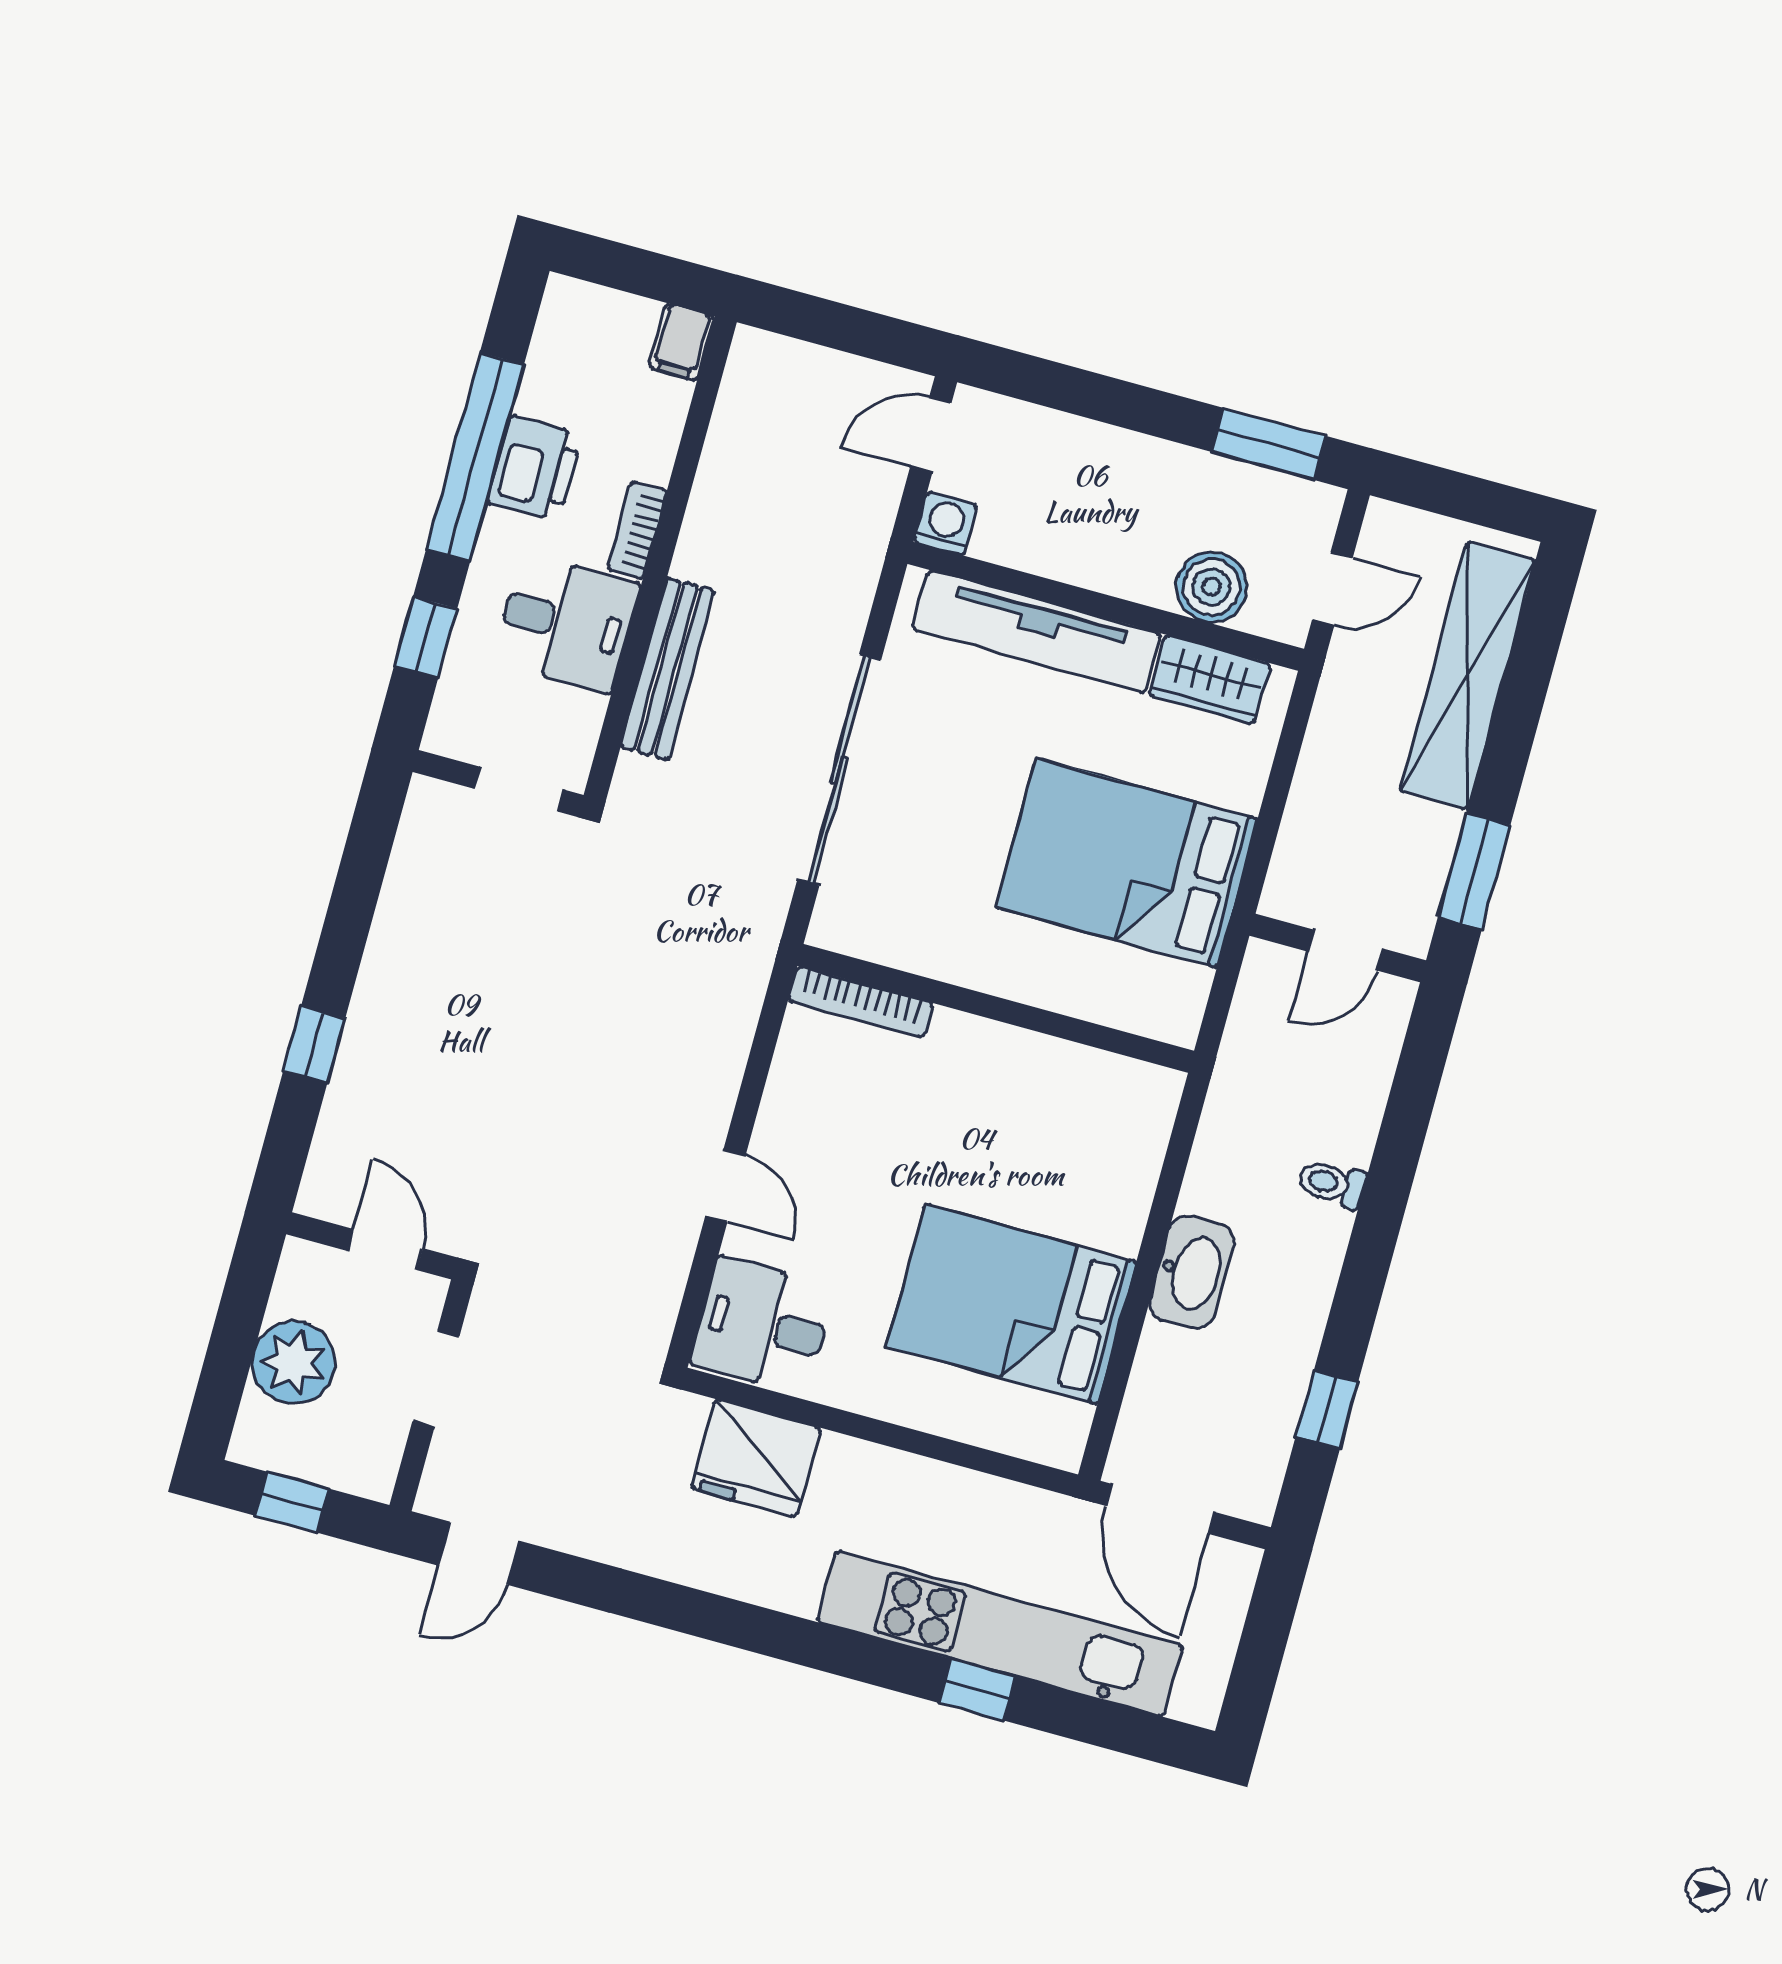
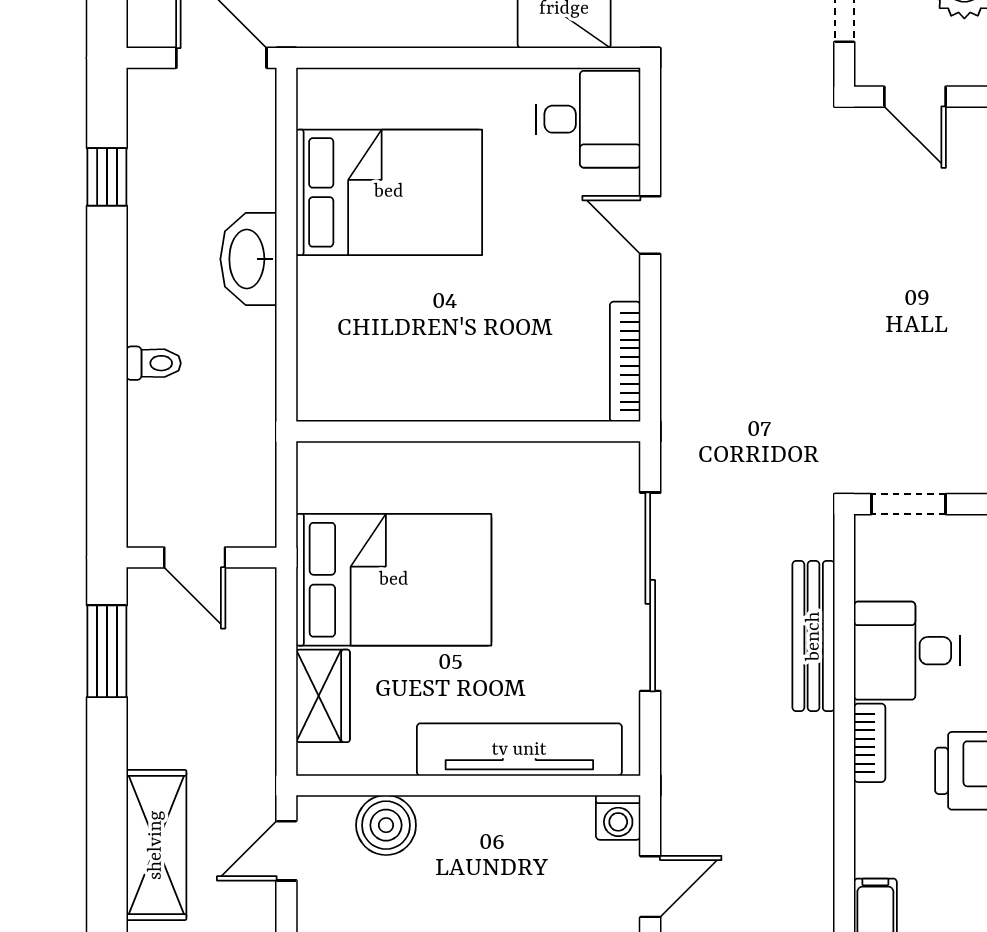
shelving: (1467, 676) -> (156, 845), width x0.68
wardrobe: (1210, 680) -> (323, 696), moved, turned 90
door: (1346, 950) -> (195, 557), swing flipped
bookcase: (861, 1002) -> (625, 362), moved, turned -90

